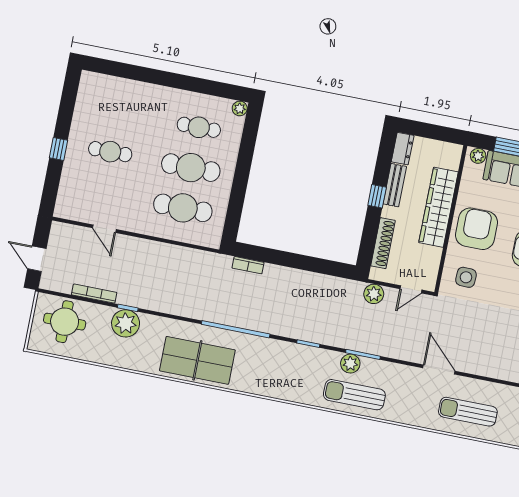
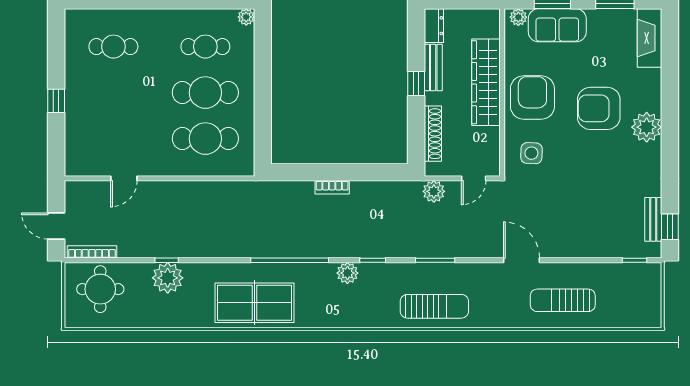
cafe table: (110, 152) -> (113, 47), moved
door: (104, 229) -> (124, 178), hinge flipped
bookcase: (248, 265) -> (332, 187), moved
bookcase: (94, 294) -> (92, 252), moved
plant: (350, 364) -> (347, 273), moved
sun lounger: (354, 395) -> (434, 306), turned 180

